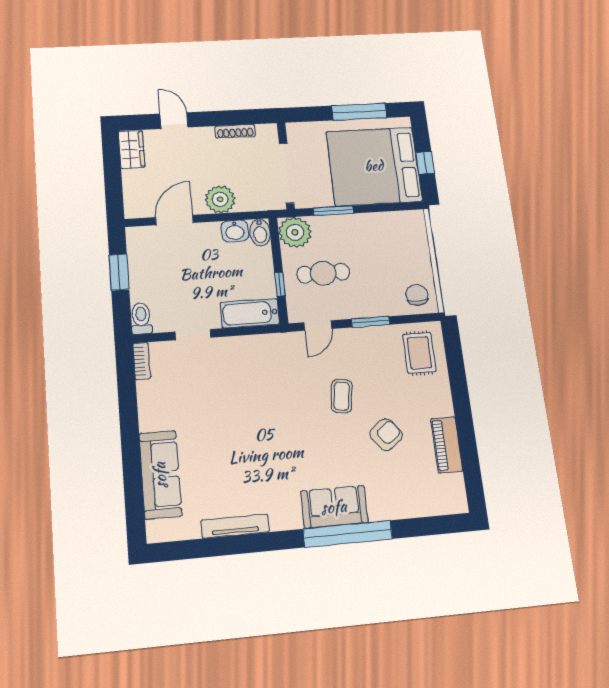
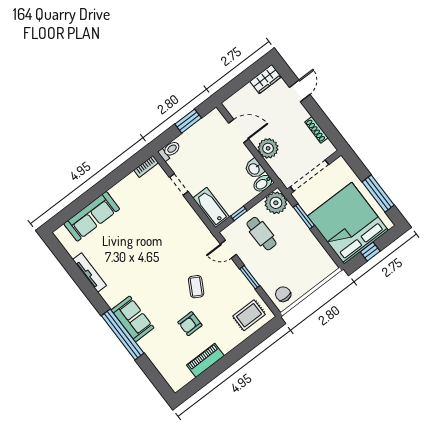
chair: (417, 295) -> (283, 294), turned -90
coffee table: (342, 396) -> (196, 287), turned -69
armchair: (386, 435) -> (190, 324), turned 127

